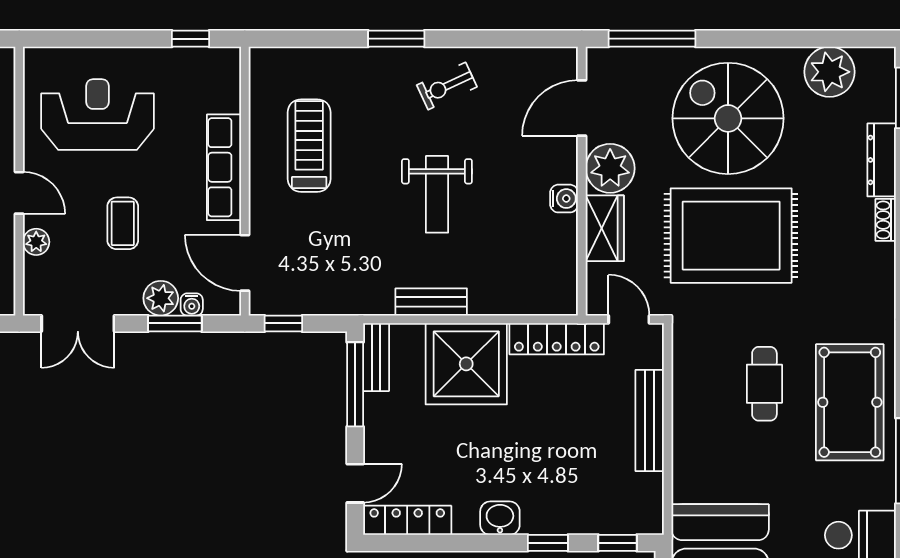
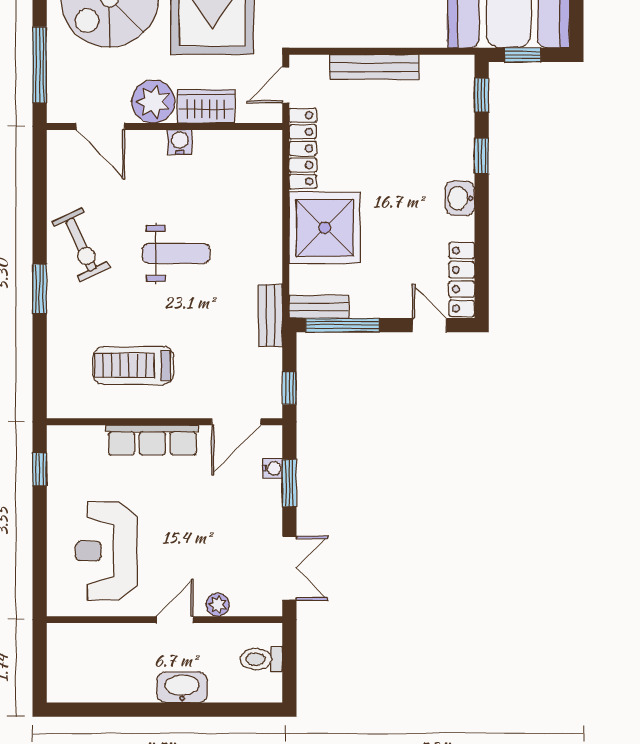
exercise bike: (447, 86) -> (81, 245), width x1.38, depth x1.39
coffee table: (123, 223) -> (201, 529), removed
plant: (161, 298) -> (267, 496), removed
bench: (431, 302) -> (270, 316), moved

